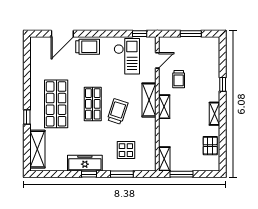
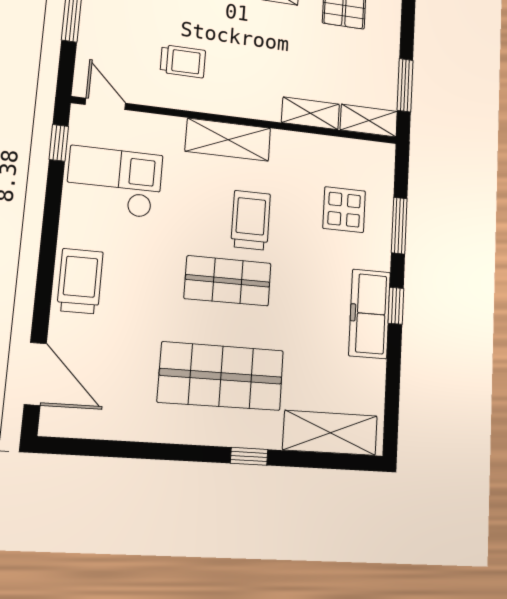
door: (62, 34) -> (35, 374), moved
door: (157, 60) -> (105, 104), moved
shelving: (164, 107) -> (311, 113), moved
trolley: (118, 111) -> (251, 220), turned 72

